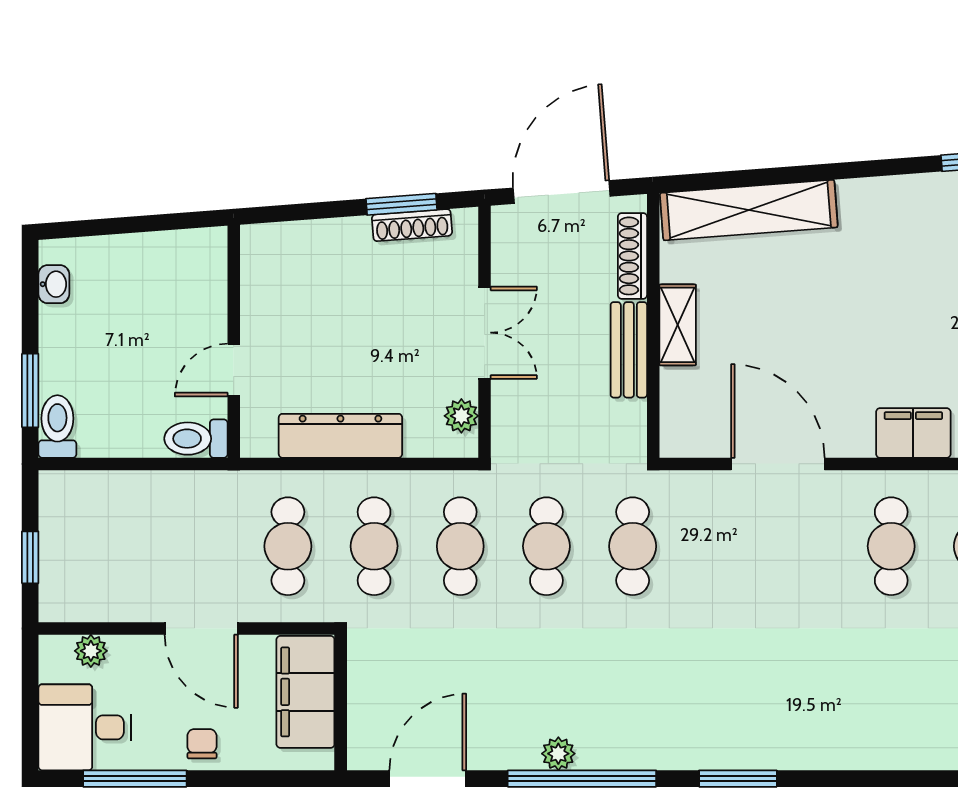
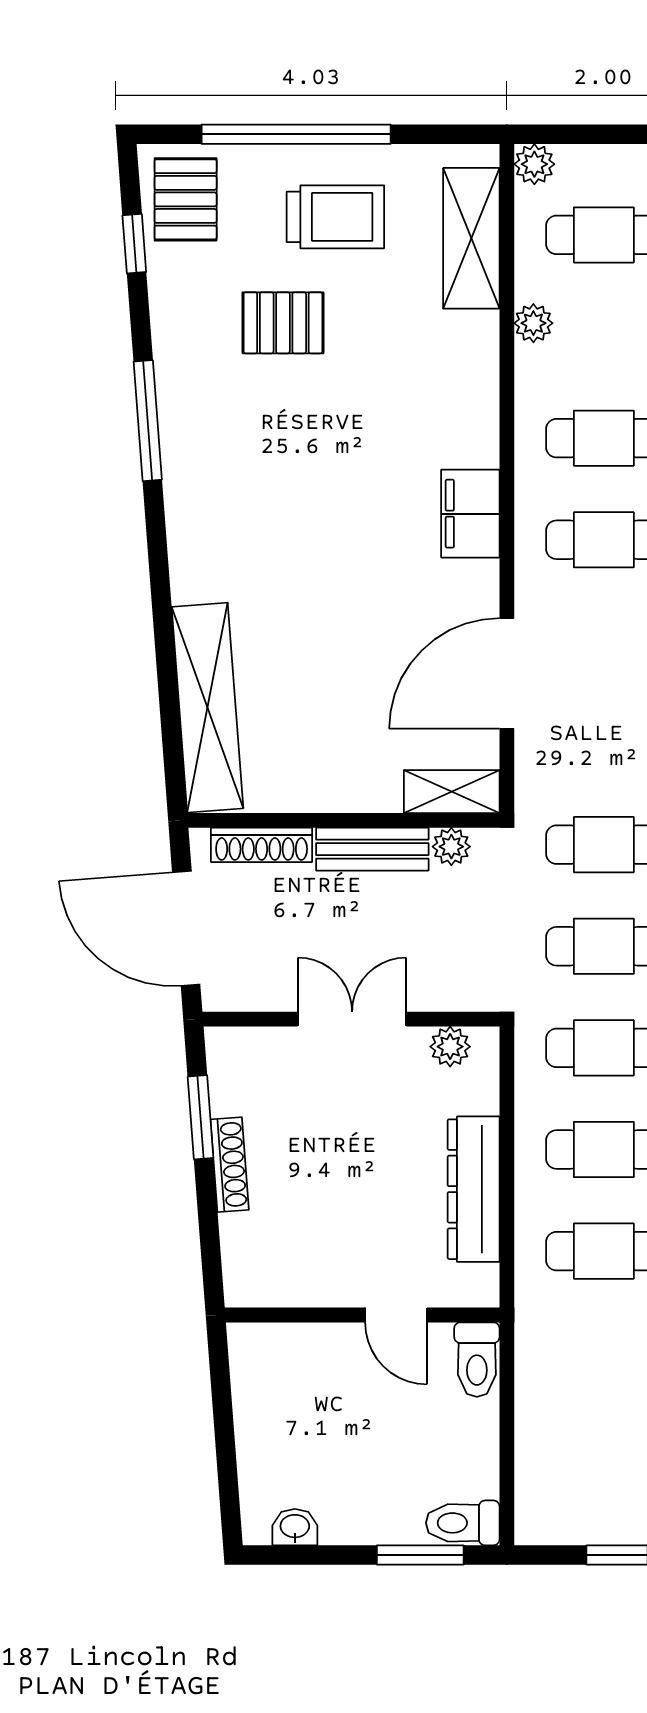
shoe rack: (412, 225) -> (230, 1165), moved
shelving: (678, 325) -> (452, 792), moved
plant: (631, 417) -> (451, 847), added

